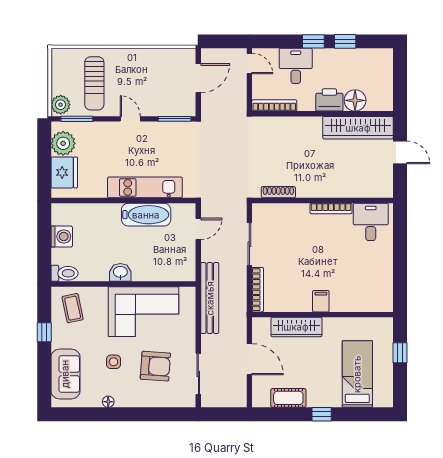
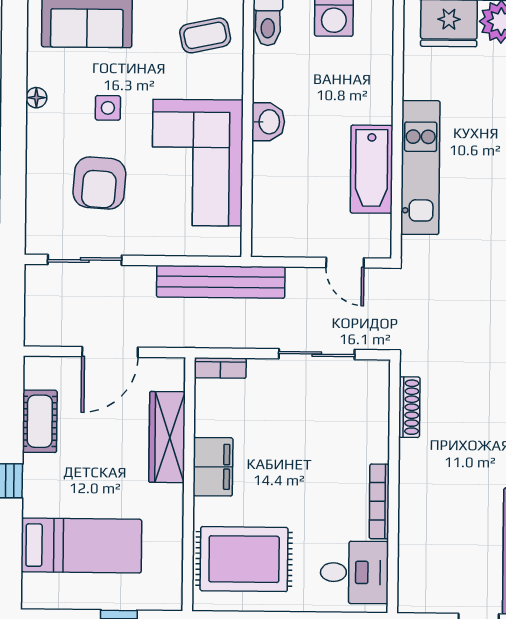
rug: (364, 283) -> (244, 559), added
bookcase: (258, 290) -> (220, 368), width x0.64
filing cabinet: (321, 301) -> (213, 467), width x2.00

